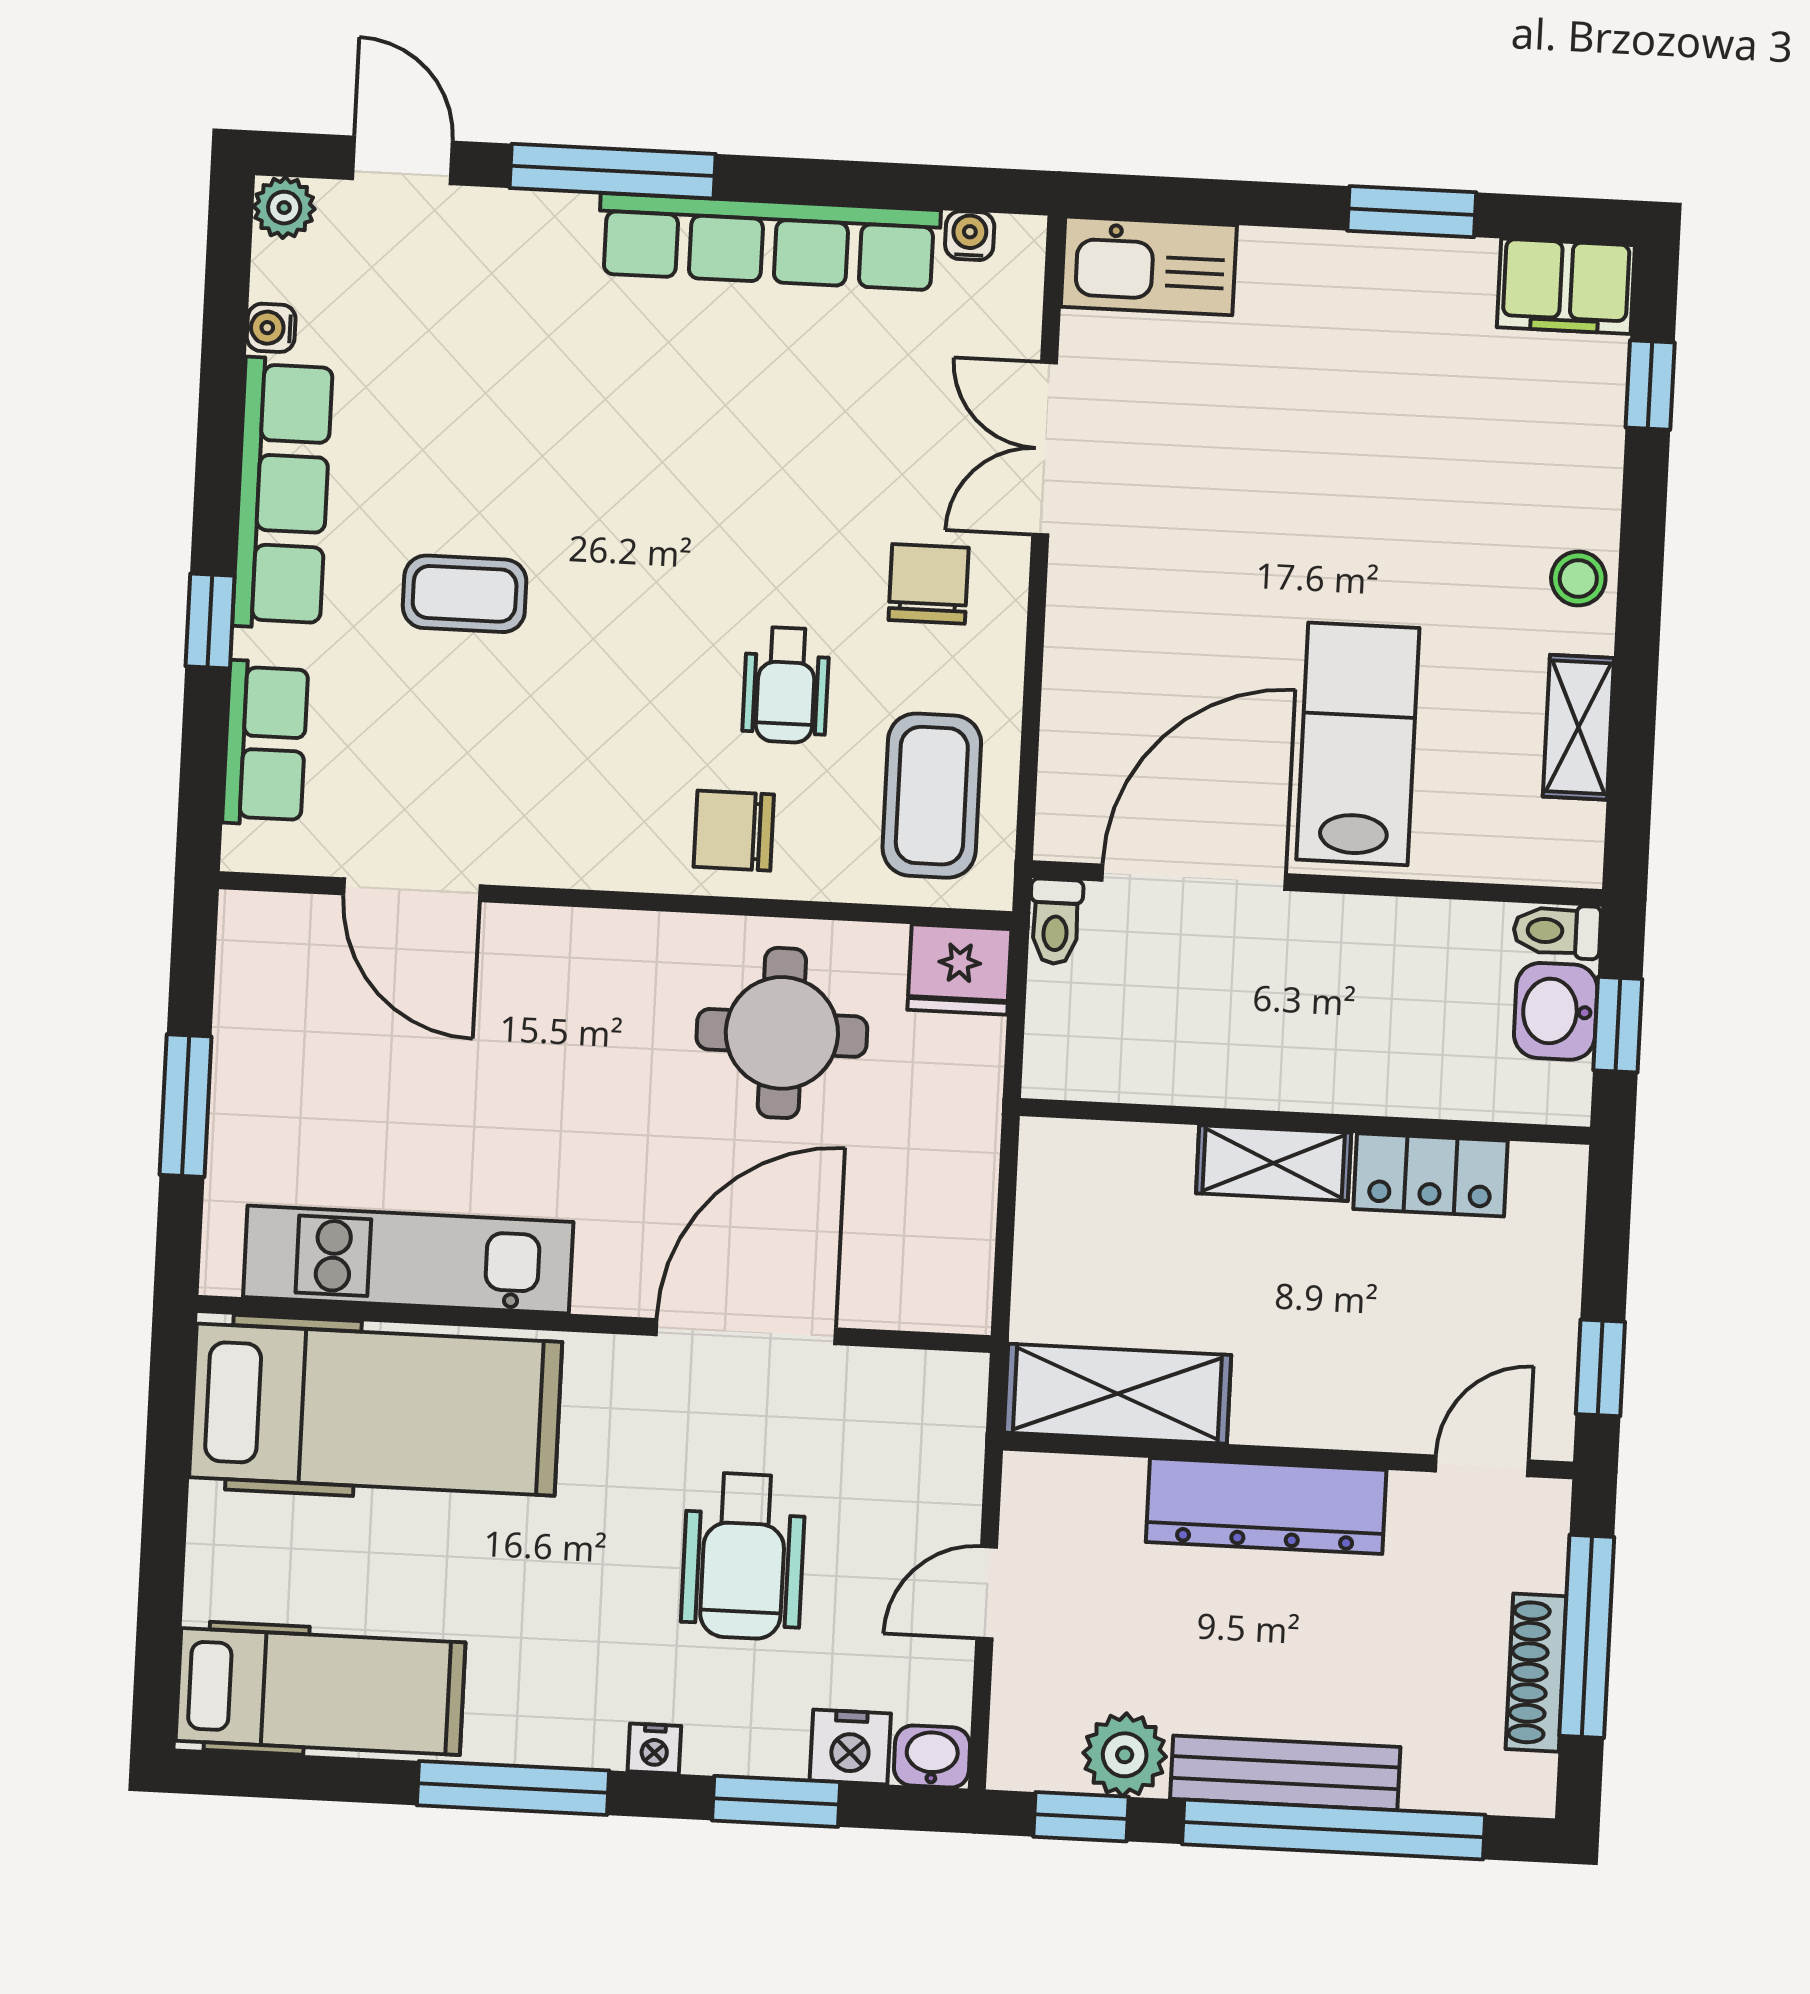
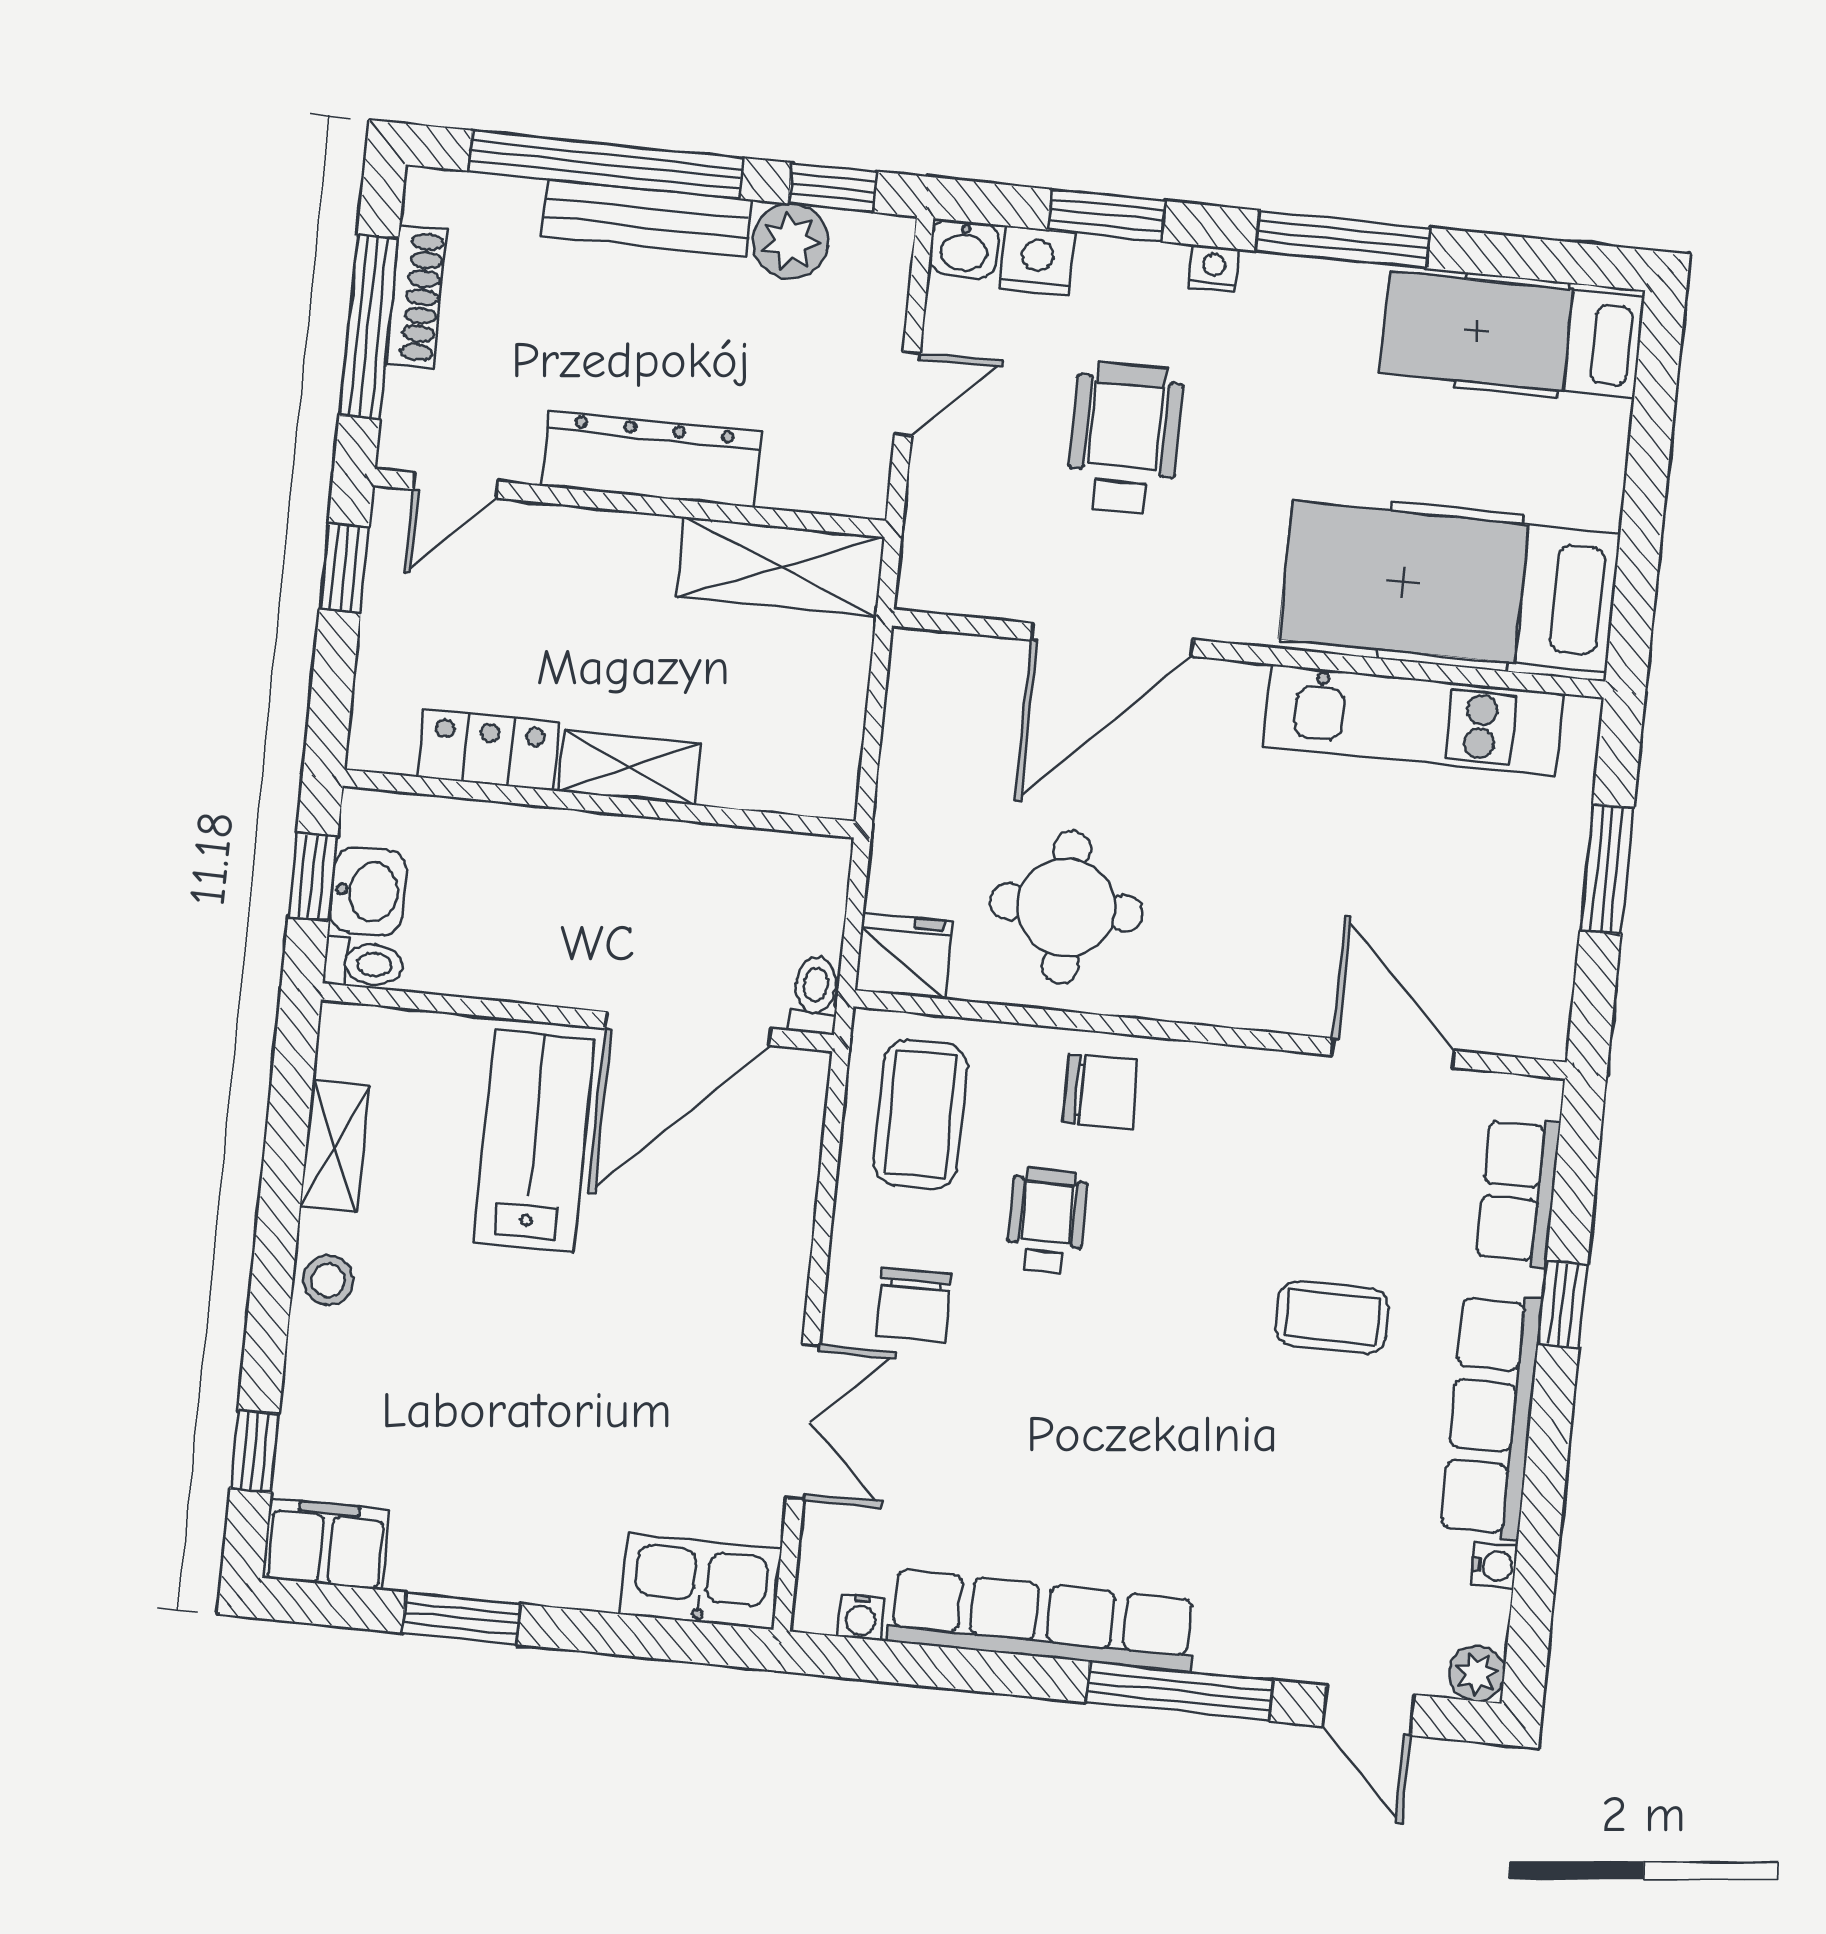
lab bench: (1358, 744) -> (534, 1141), turned 180

